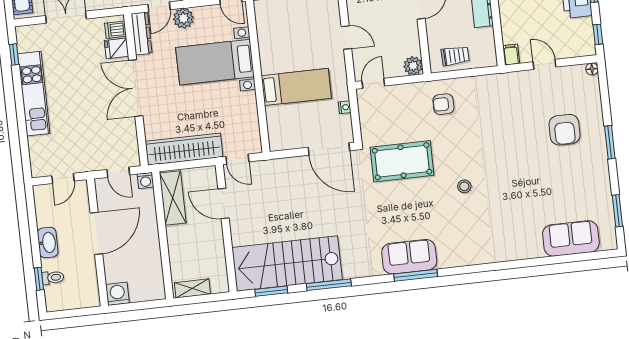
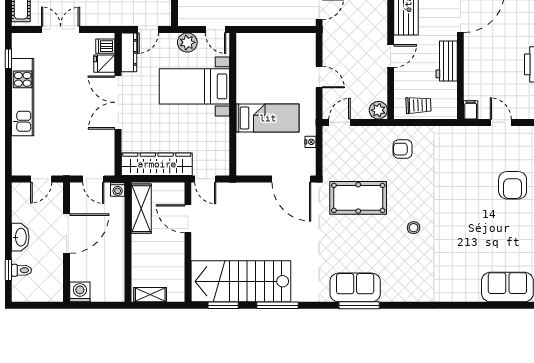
plant: (183, 18) -> (187, 42), moved

